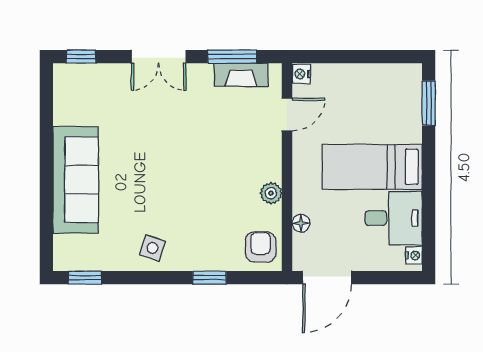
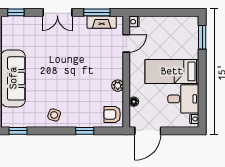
armchair: (261, 247) -> (112, 114), turned -90

